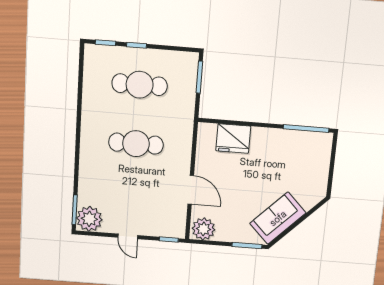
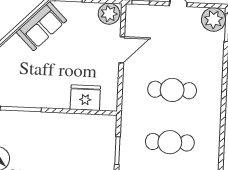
door: (191, 190) -> (122, 50), swing flipped

